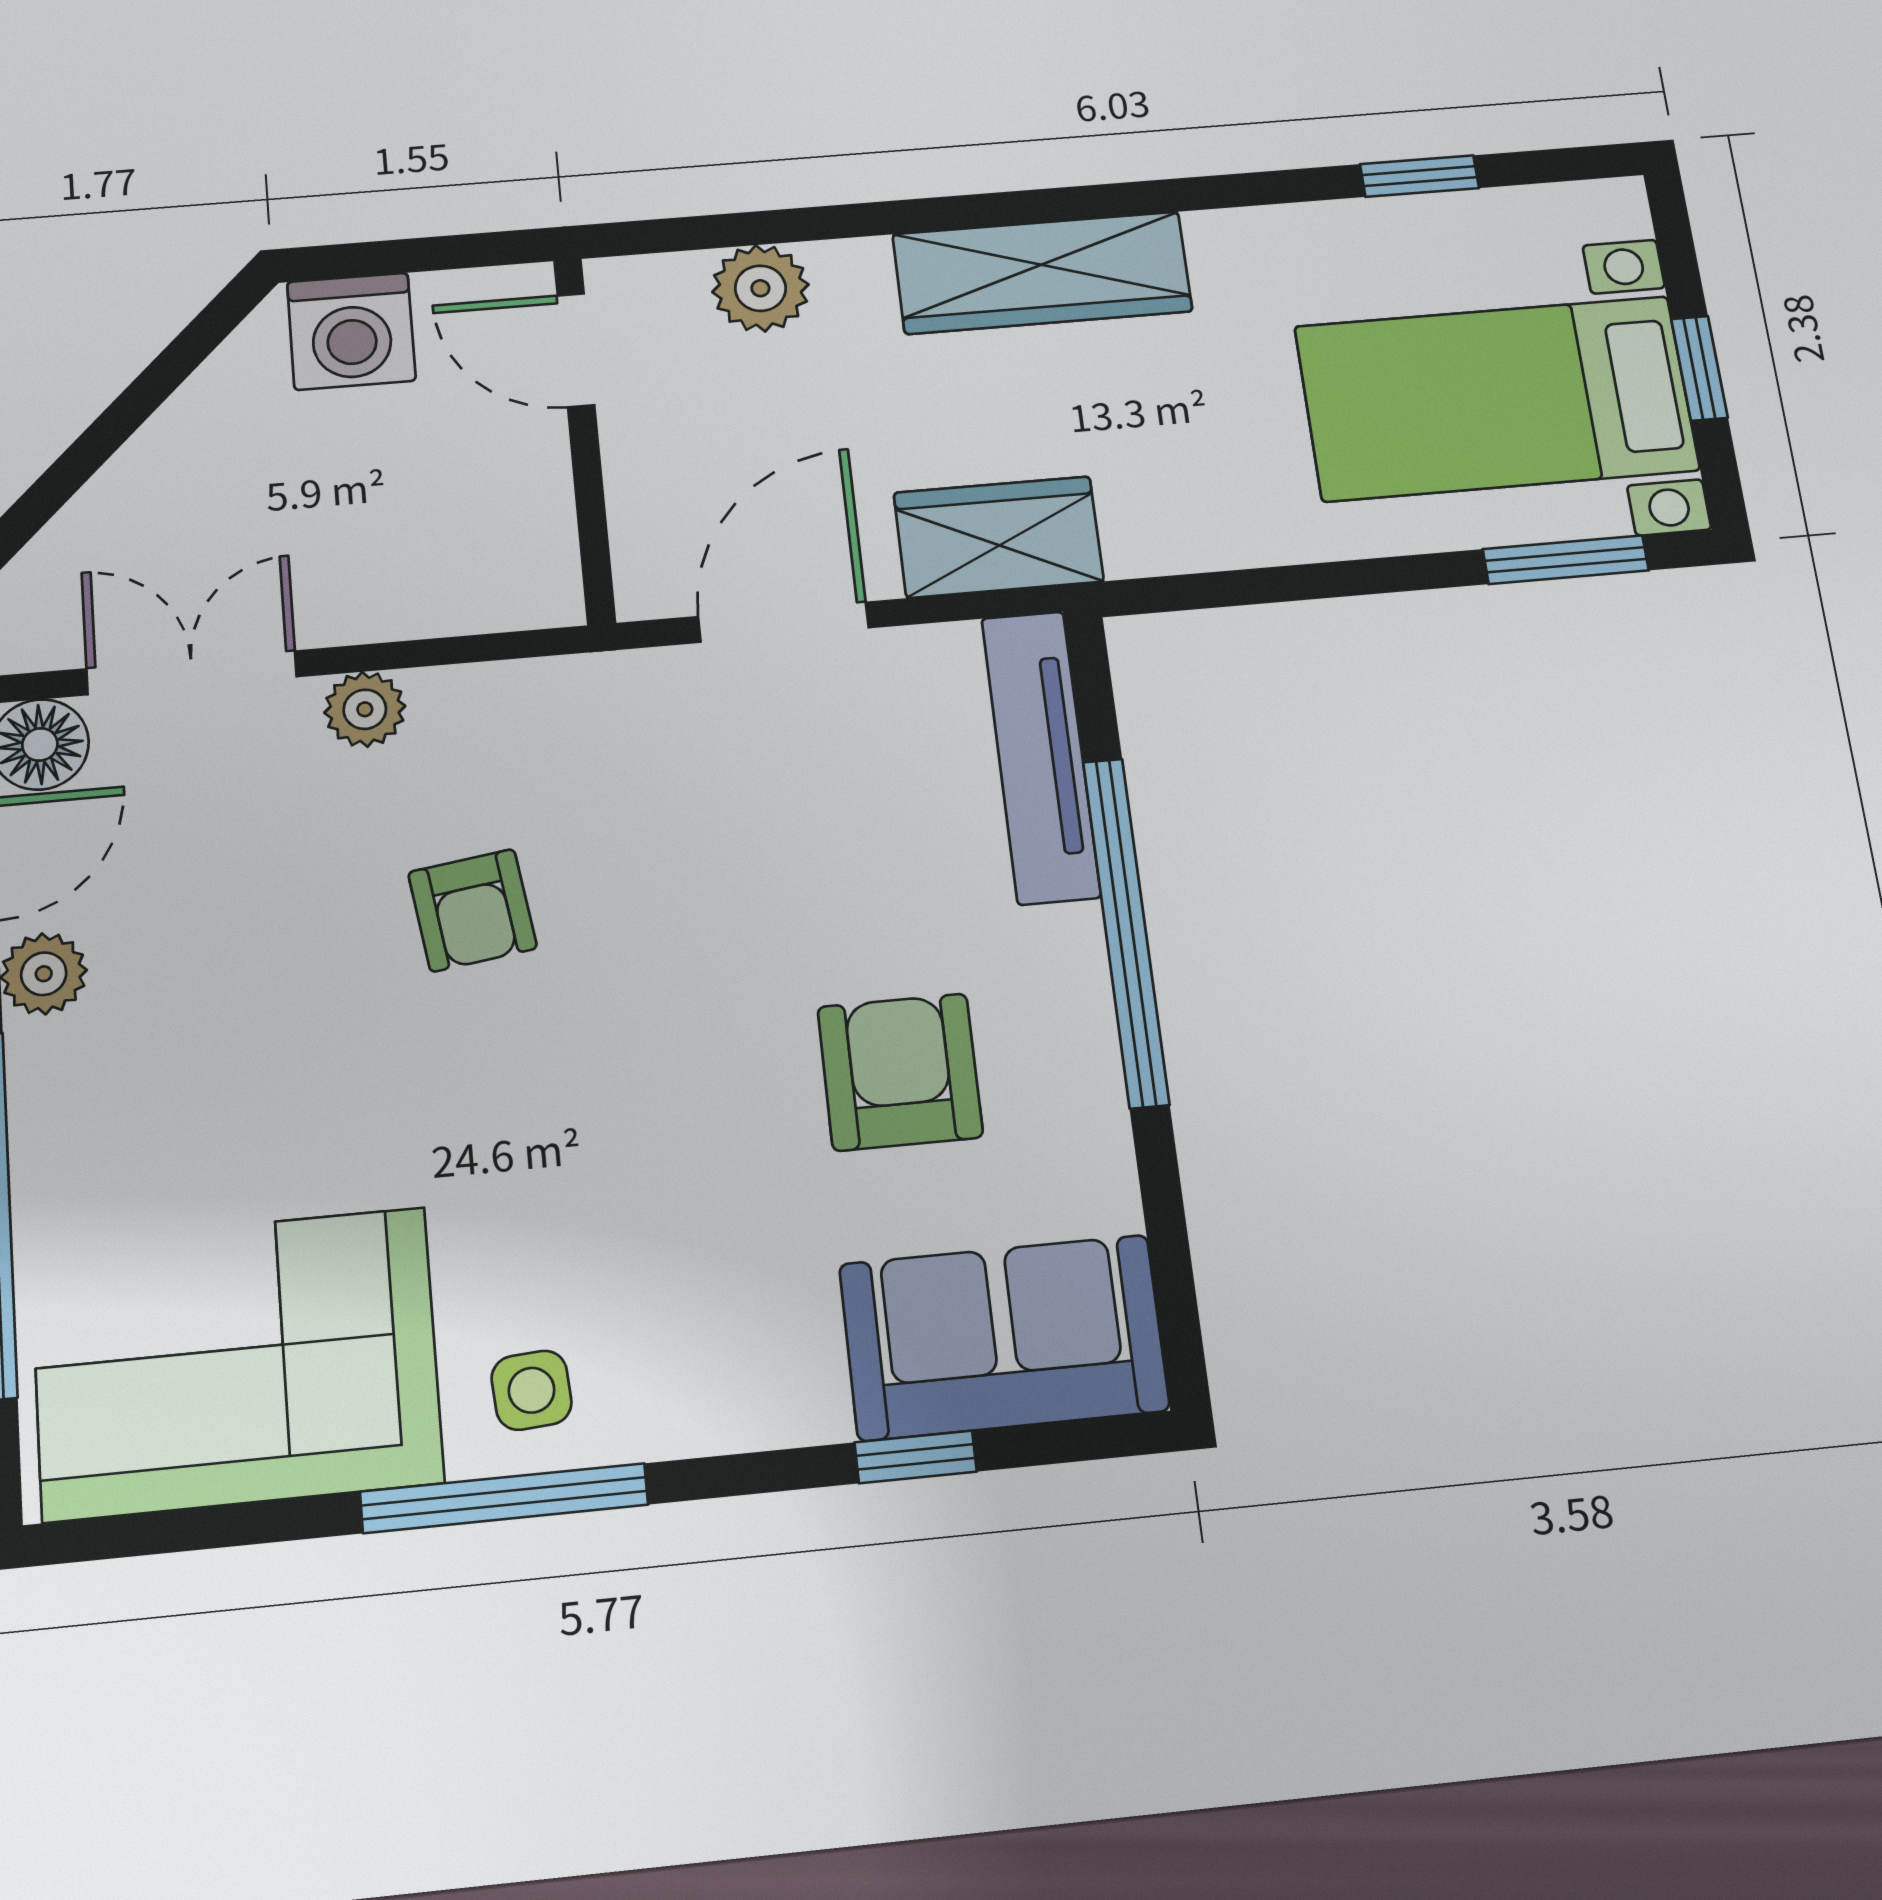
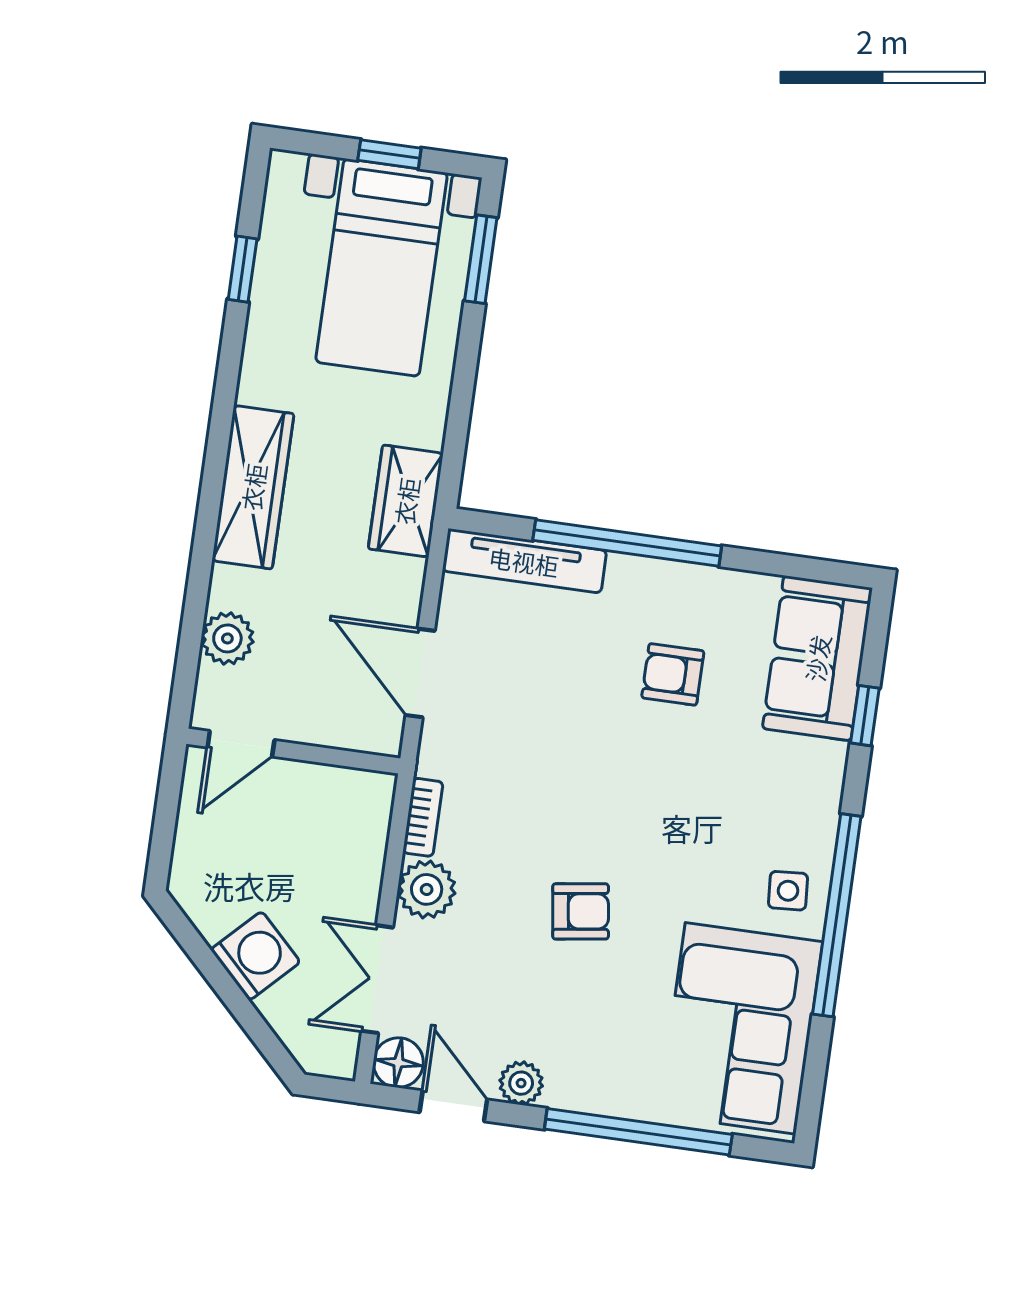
washing machine: (351, 331) -> (255, 956), moved, turned -45
wardrobe: (998, 537) -> (406, 501), moved
bookcase: (516, 686) -> (423, 817), added
plant: (365, 709) -> (427, 889), width x1.38, depth x1.38
armchair: (472, 910) -> (581, 911), moved
armchair: (900, 1072) -> (673, 674), width x0.72, depth x0.72
window: (504, 1498) -> (837, 915), width x1.46

